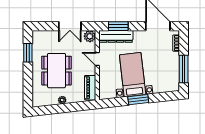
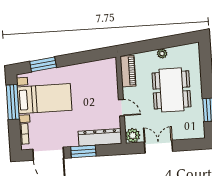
window: (118, 26) -> (83, 151), moved
bed with nightstands: (133, 75) -> (44, 99), moved, turned -84
window: (138, 100) -> (43, 64), moved

